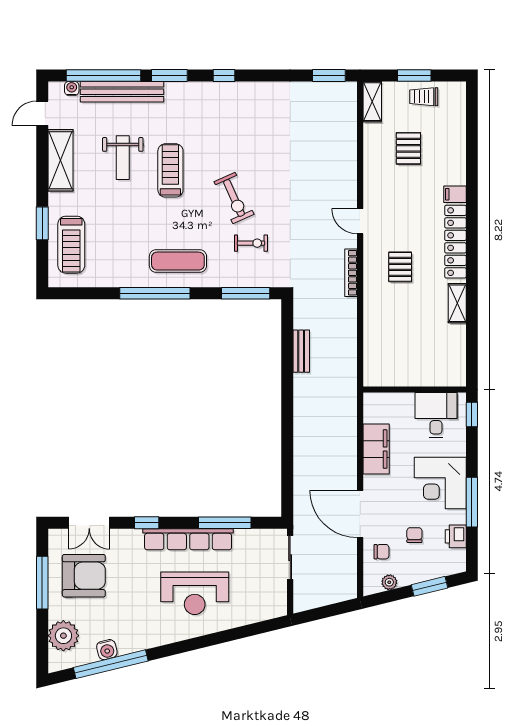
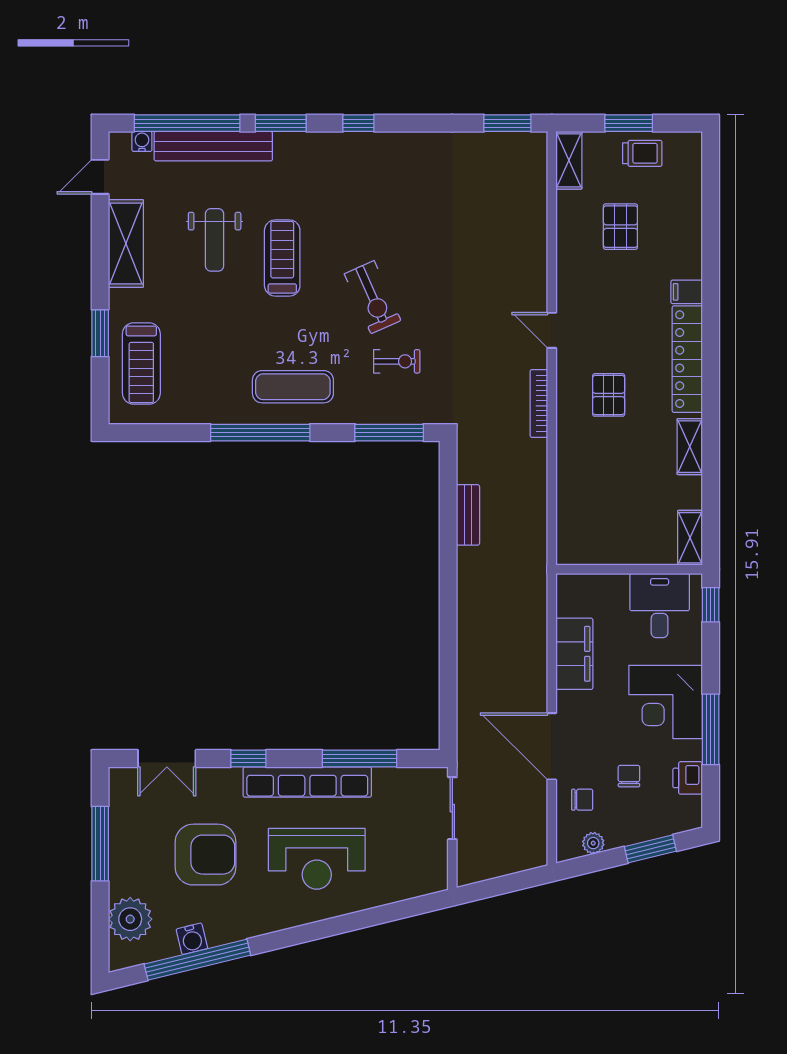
trolley: (424, 97) -> (642, 153), turned 180
shelving: (457, 367) -> (690, 538), added
armchair: (84, 576) -> (205, 855), moved

